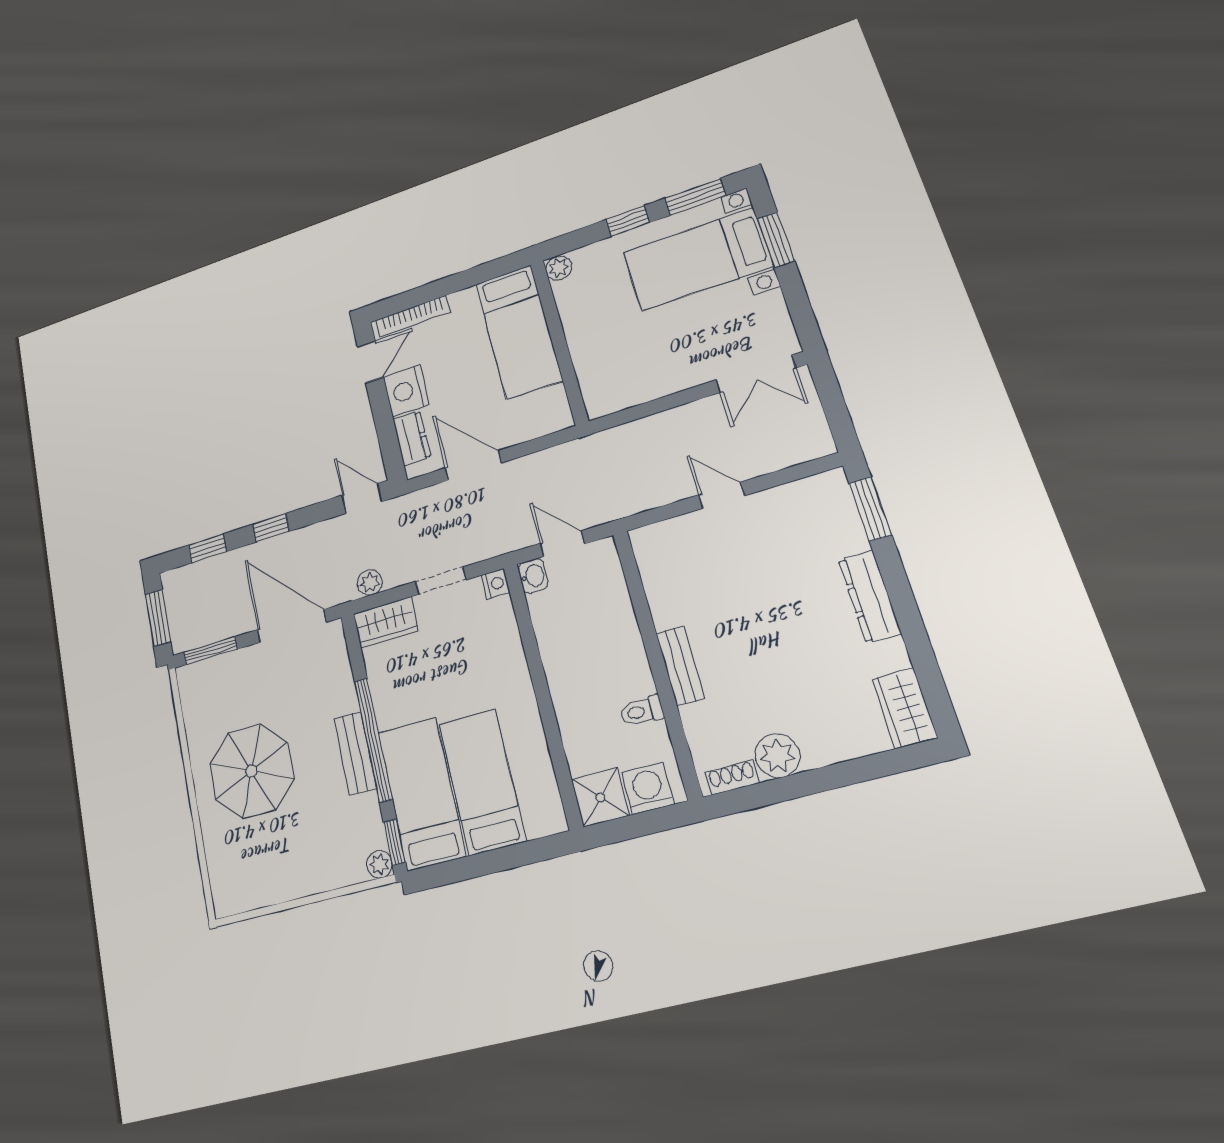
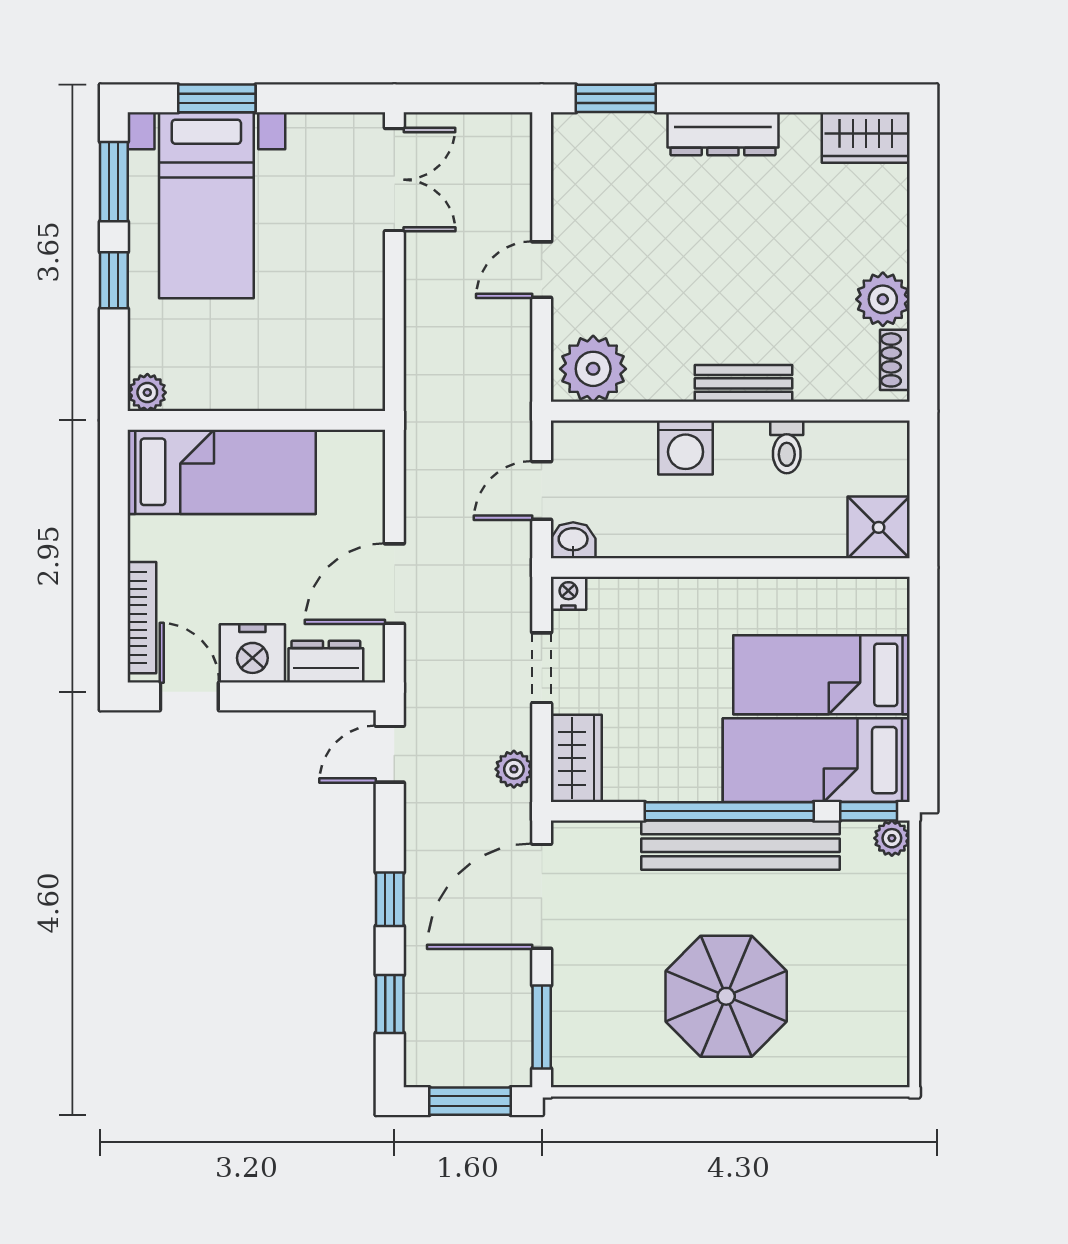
plant: (659, 553) -> (593, 369), added
bench: (355, 753) -> (741, 845), width x1.86, depth x1.21
washing machine: (648, 788) -> (686, 447), moved, turned -90

